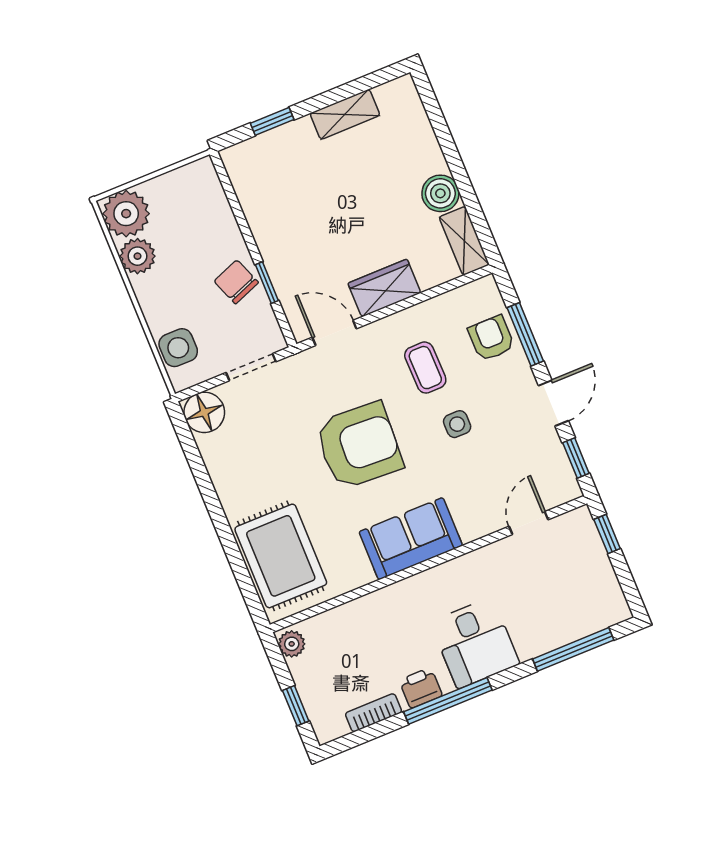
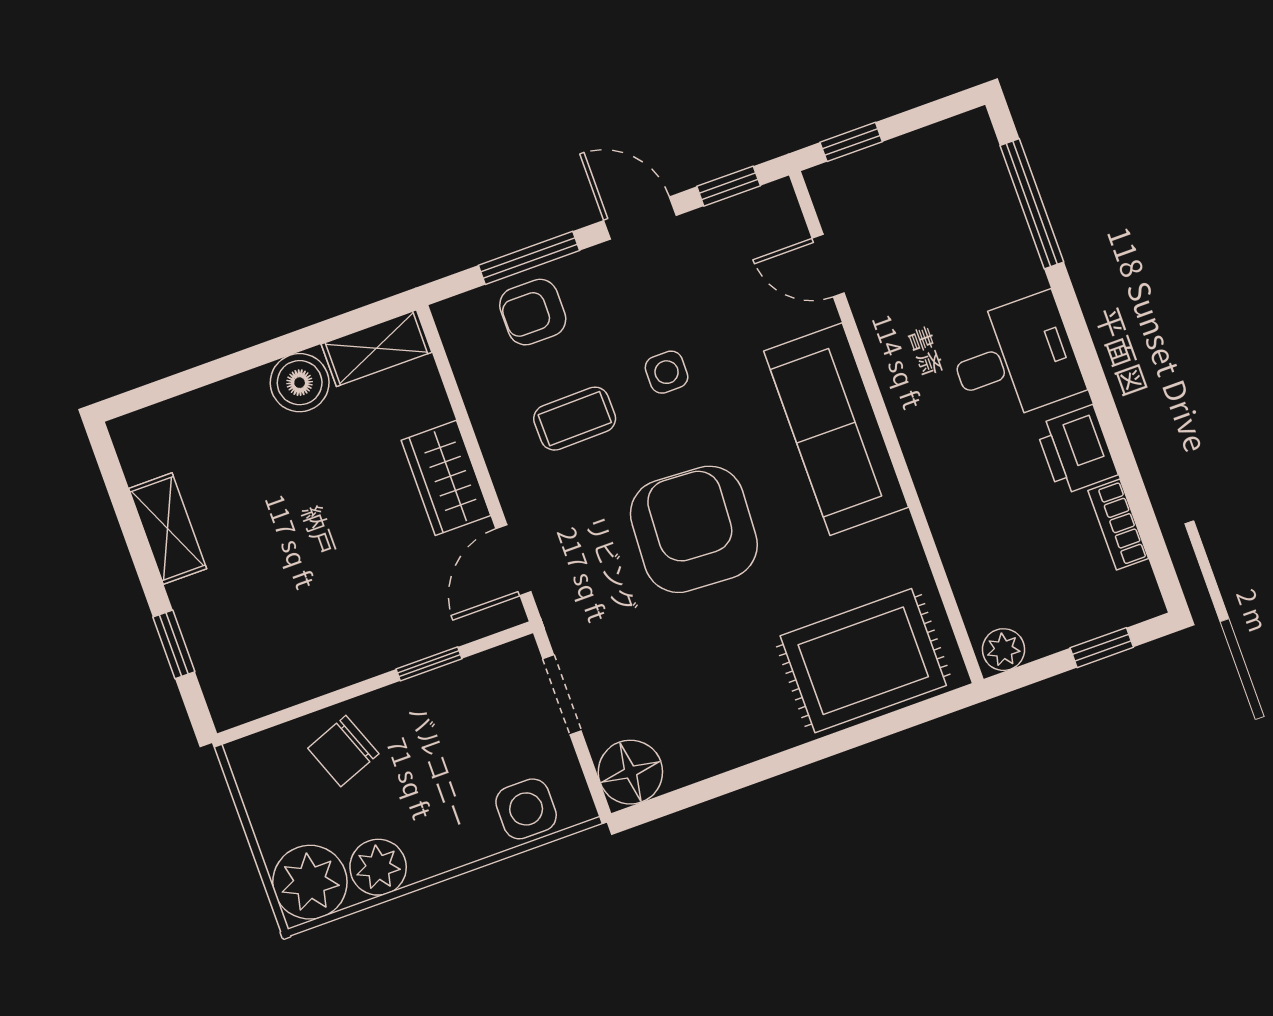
chair: (236, 282) -> (343, 751), moved
sofa: (411, 539) -> (836, 429), width x1.36
printer: (421, 688) -> (1076, 450), width x1.36, depth x1.24
window: (448, 701) -> (1105, 406), removed

